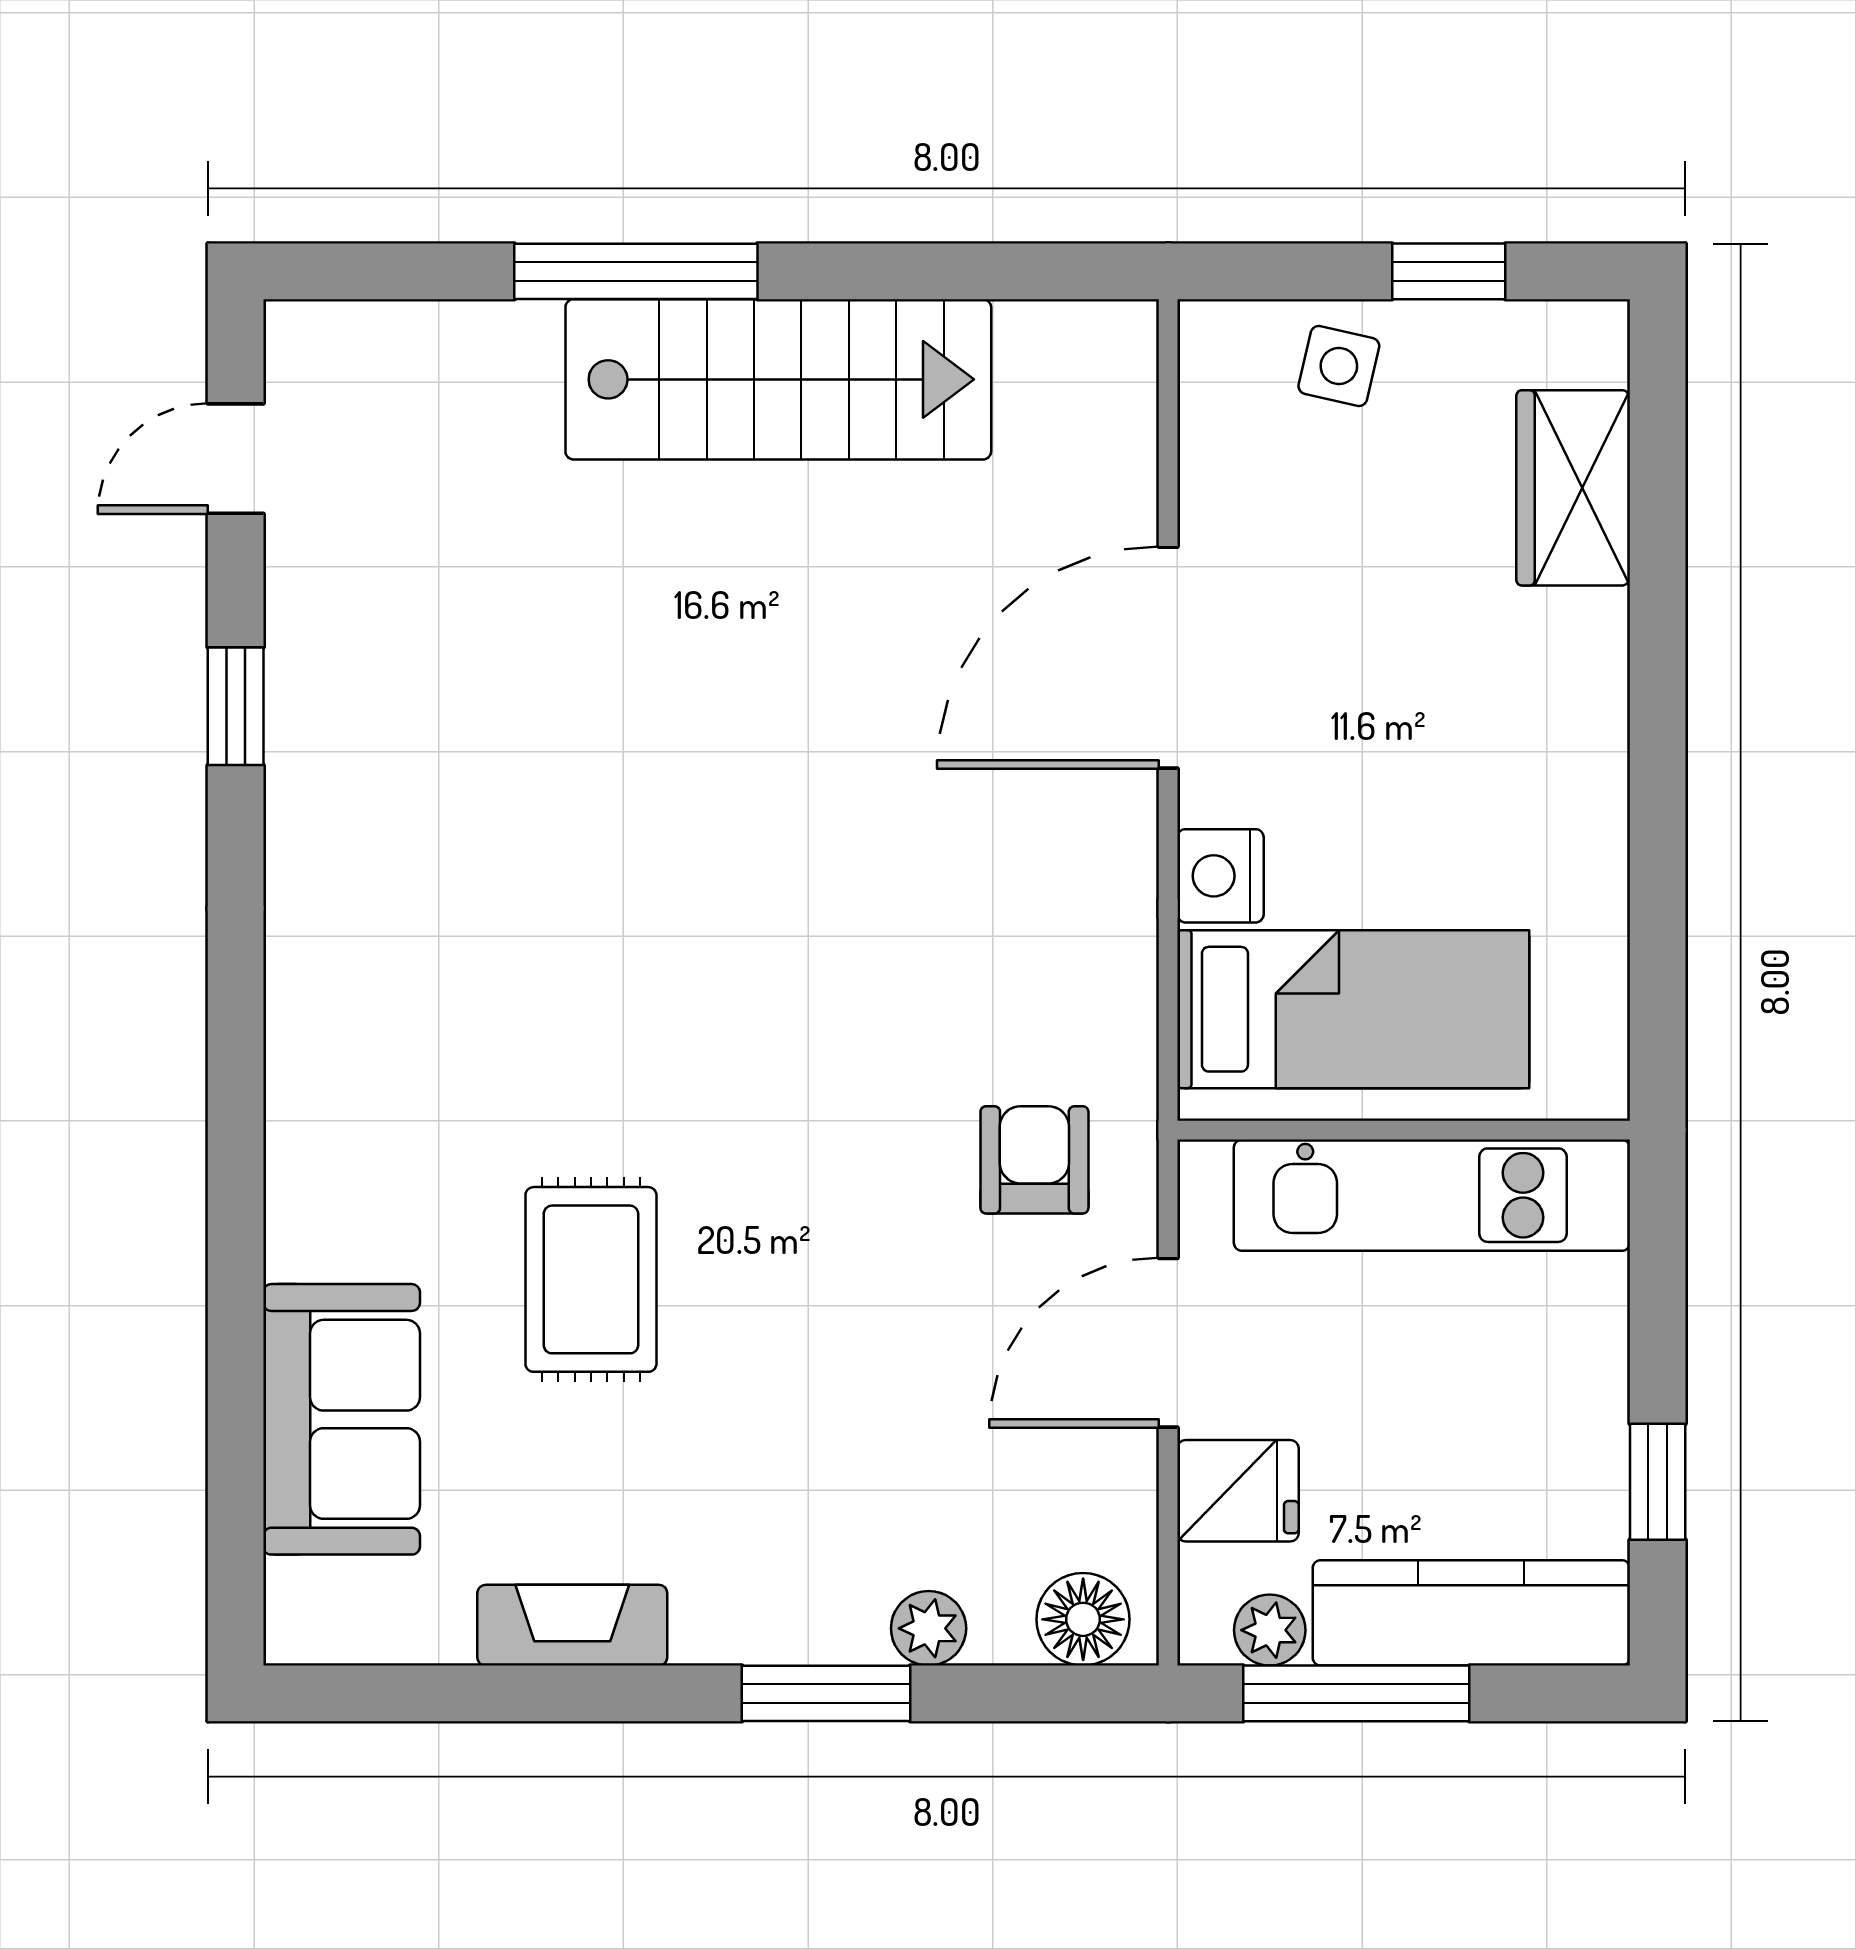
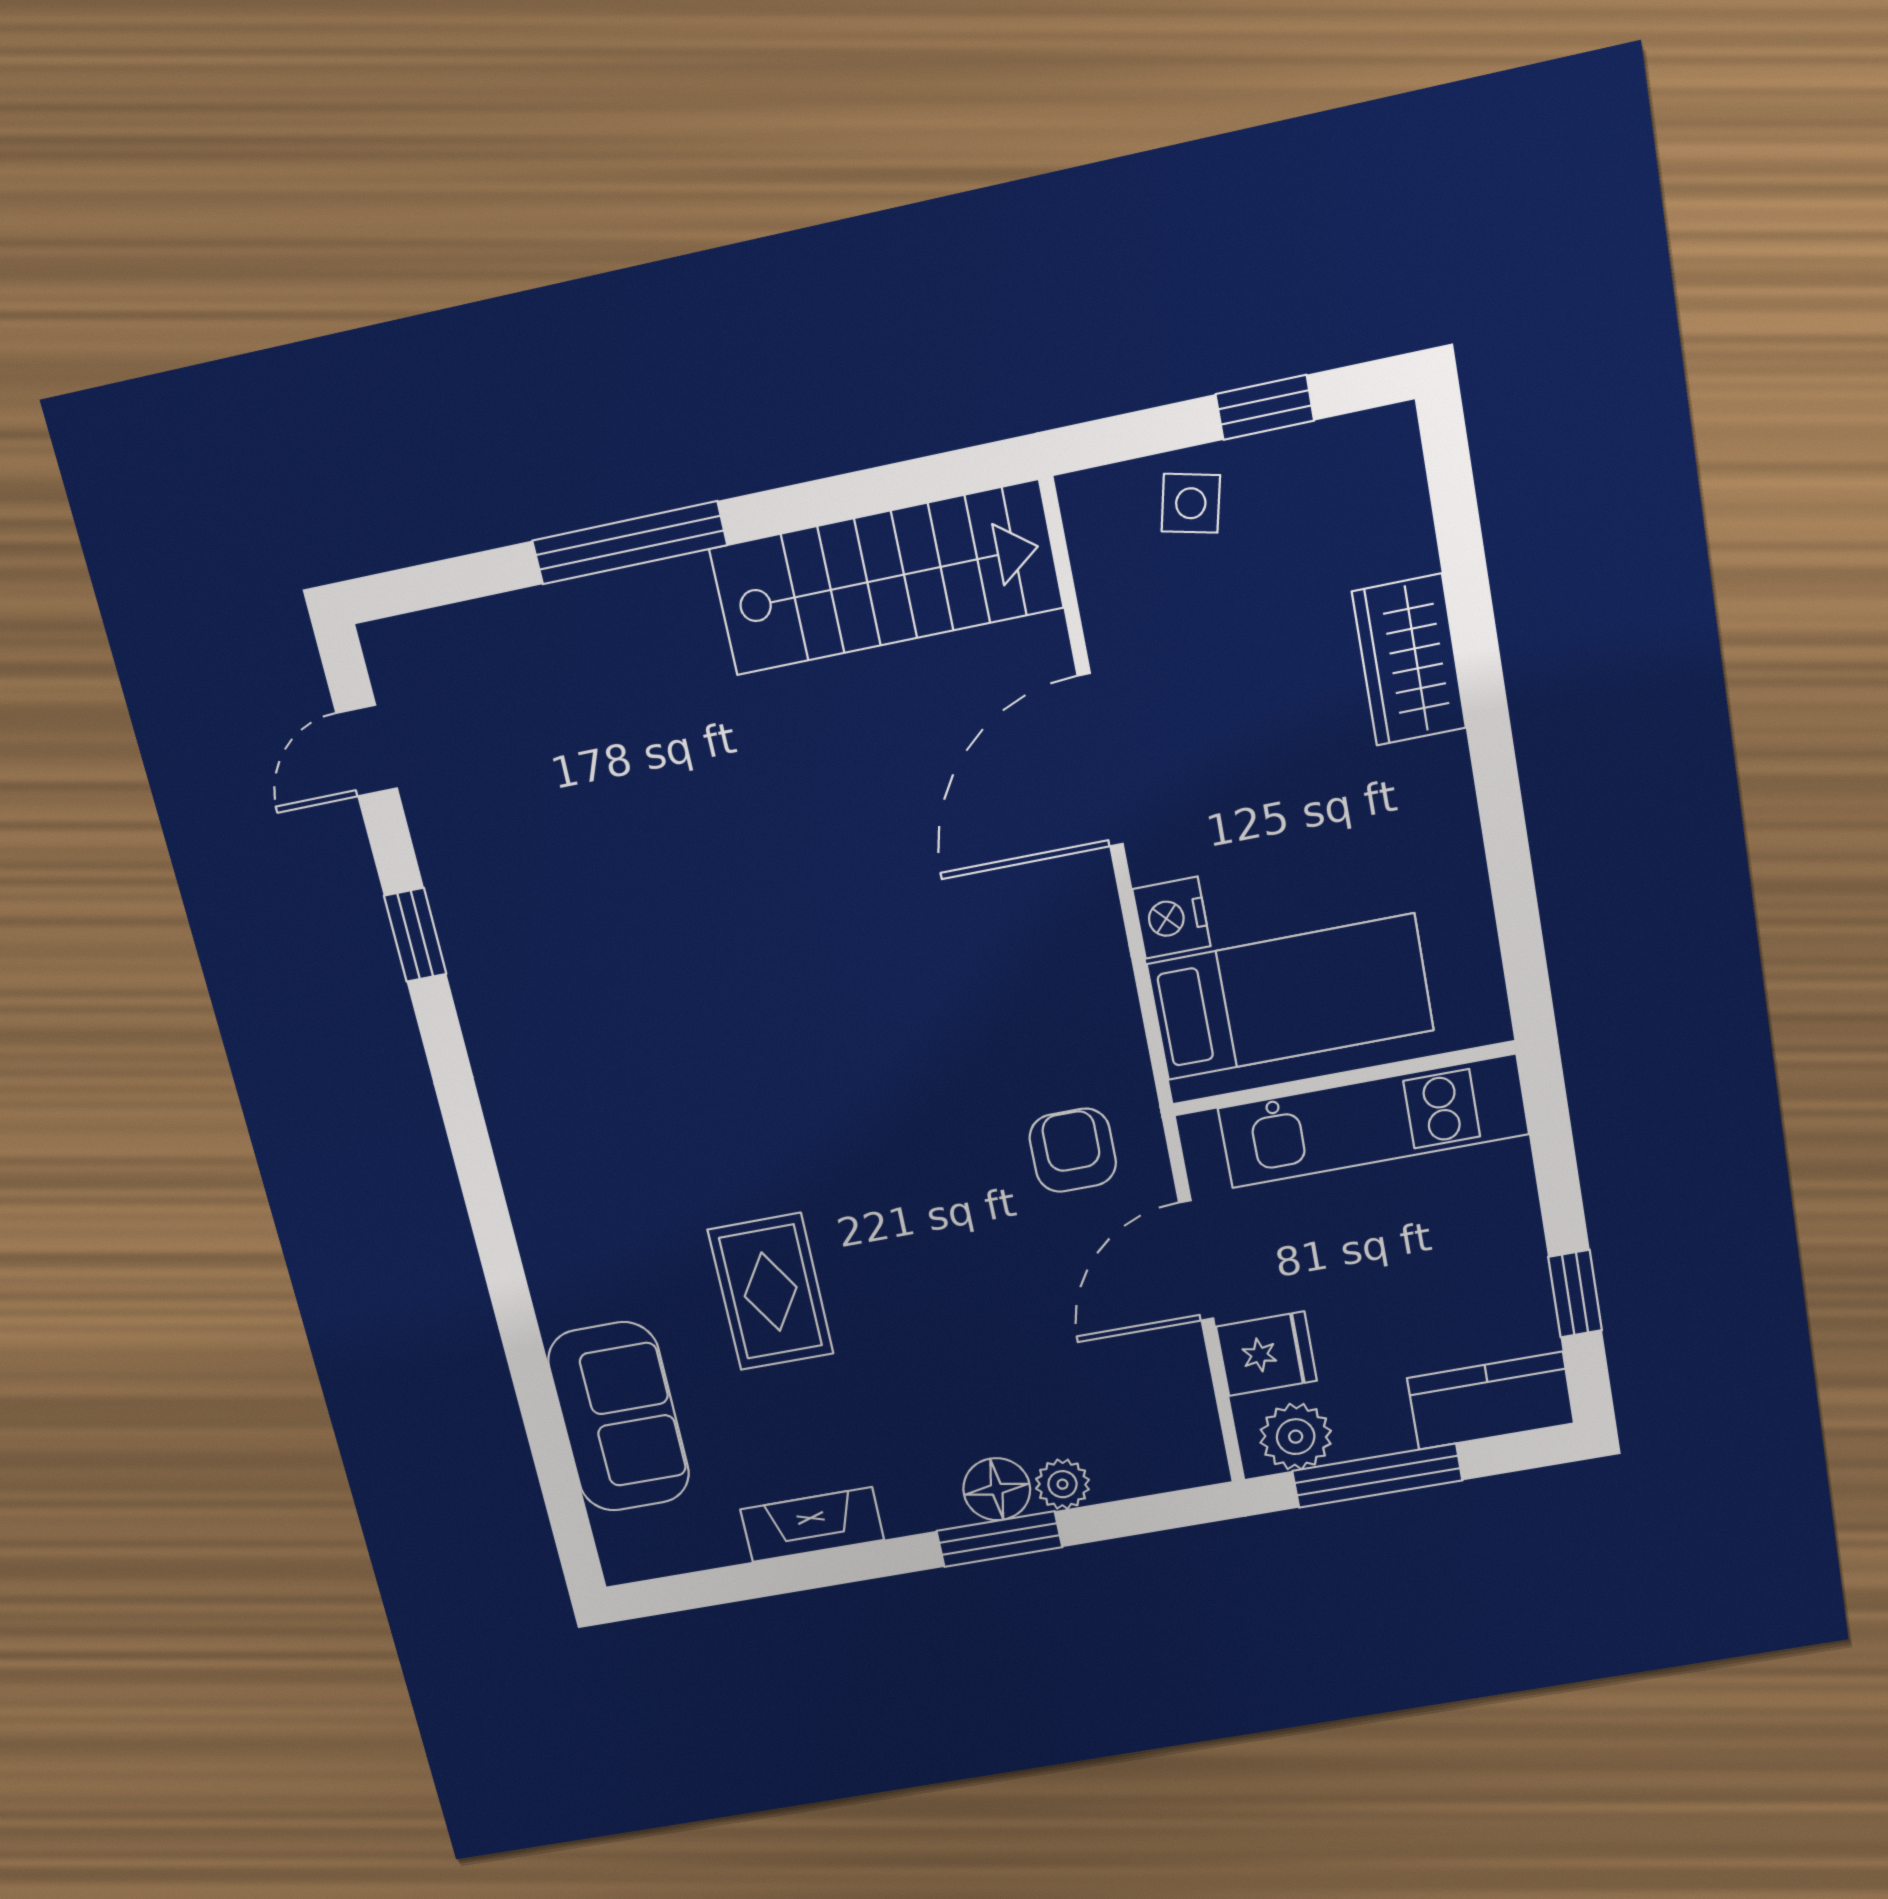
stairs: (778, 379) -> (886, 578), moved
wardrobe: (1573, 488) -> (1409, 660), moved
kitchen counter: (1471, 1613) -> (1490, 1401), width x0.67
floor lamp: (1083, 1619) -> (997, 1489), moved
plant: (1270, 1630) -> (1296, 1437), width x1.38, depth x1.38

